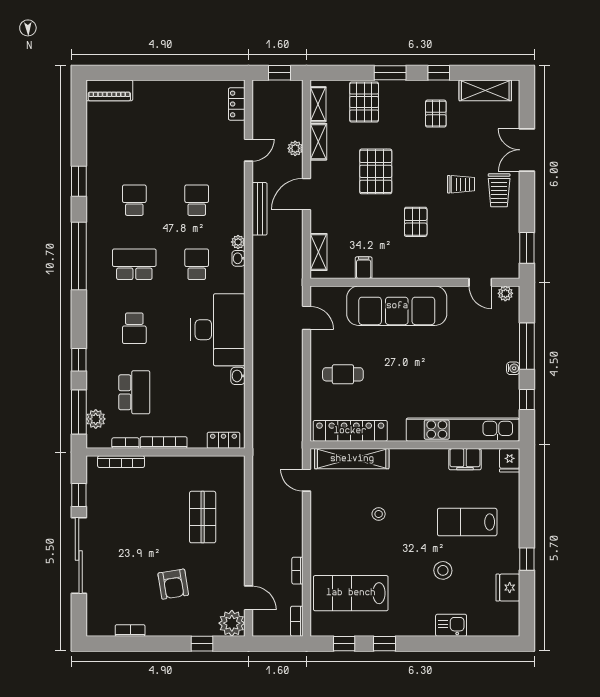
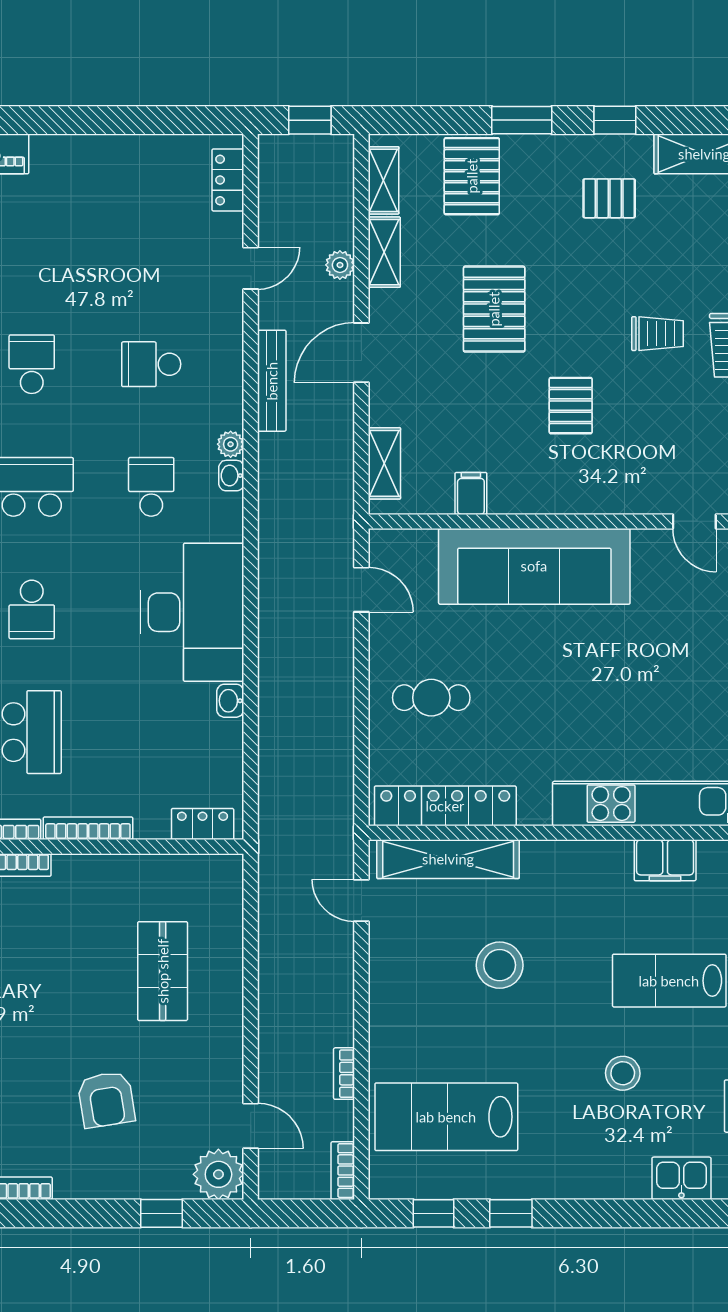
pallet: (436, 114) -> (609, 198), turned 90
school desk: (197, 200) -> (151, 364), turned -90
stool: (379, 514) -> (500, 965), width x1.89, depth x1.89
kitchen sink: (451, 625) -> (681, 1178), moved

